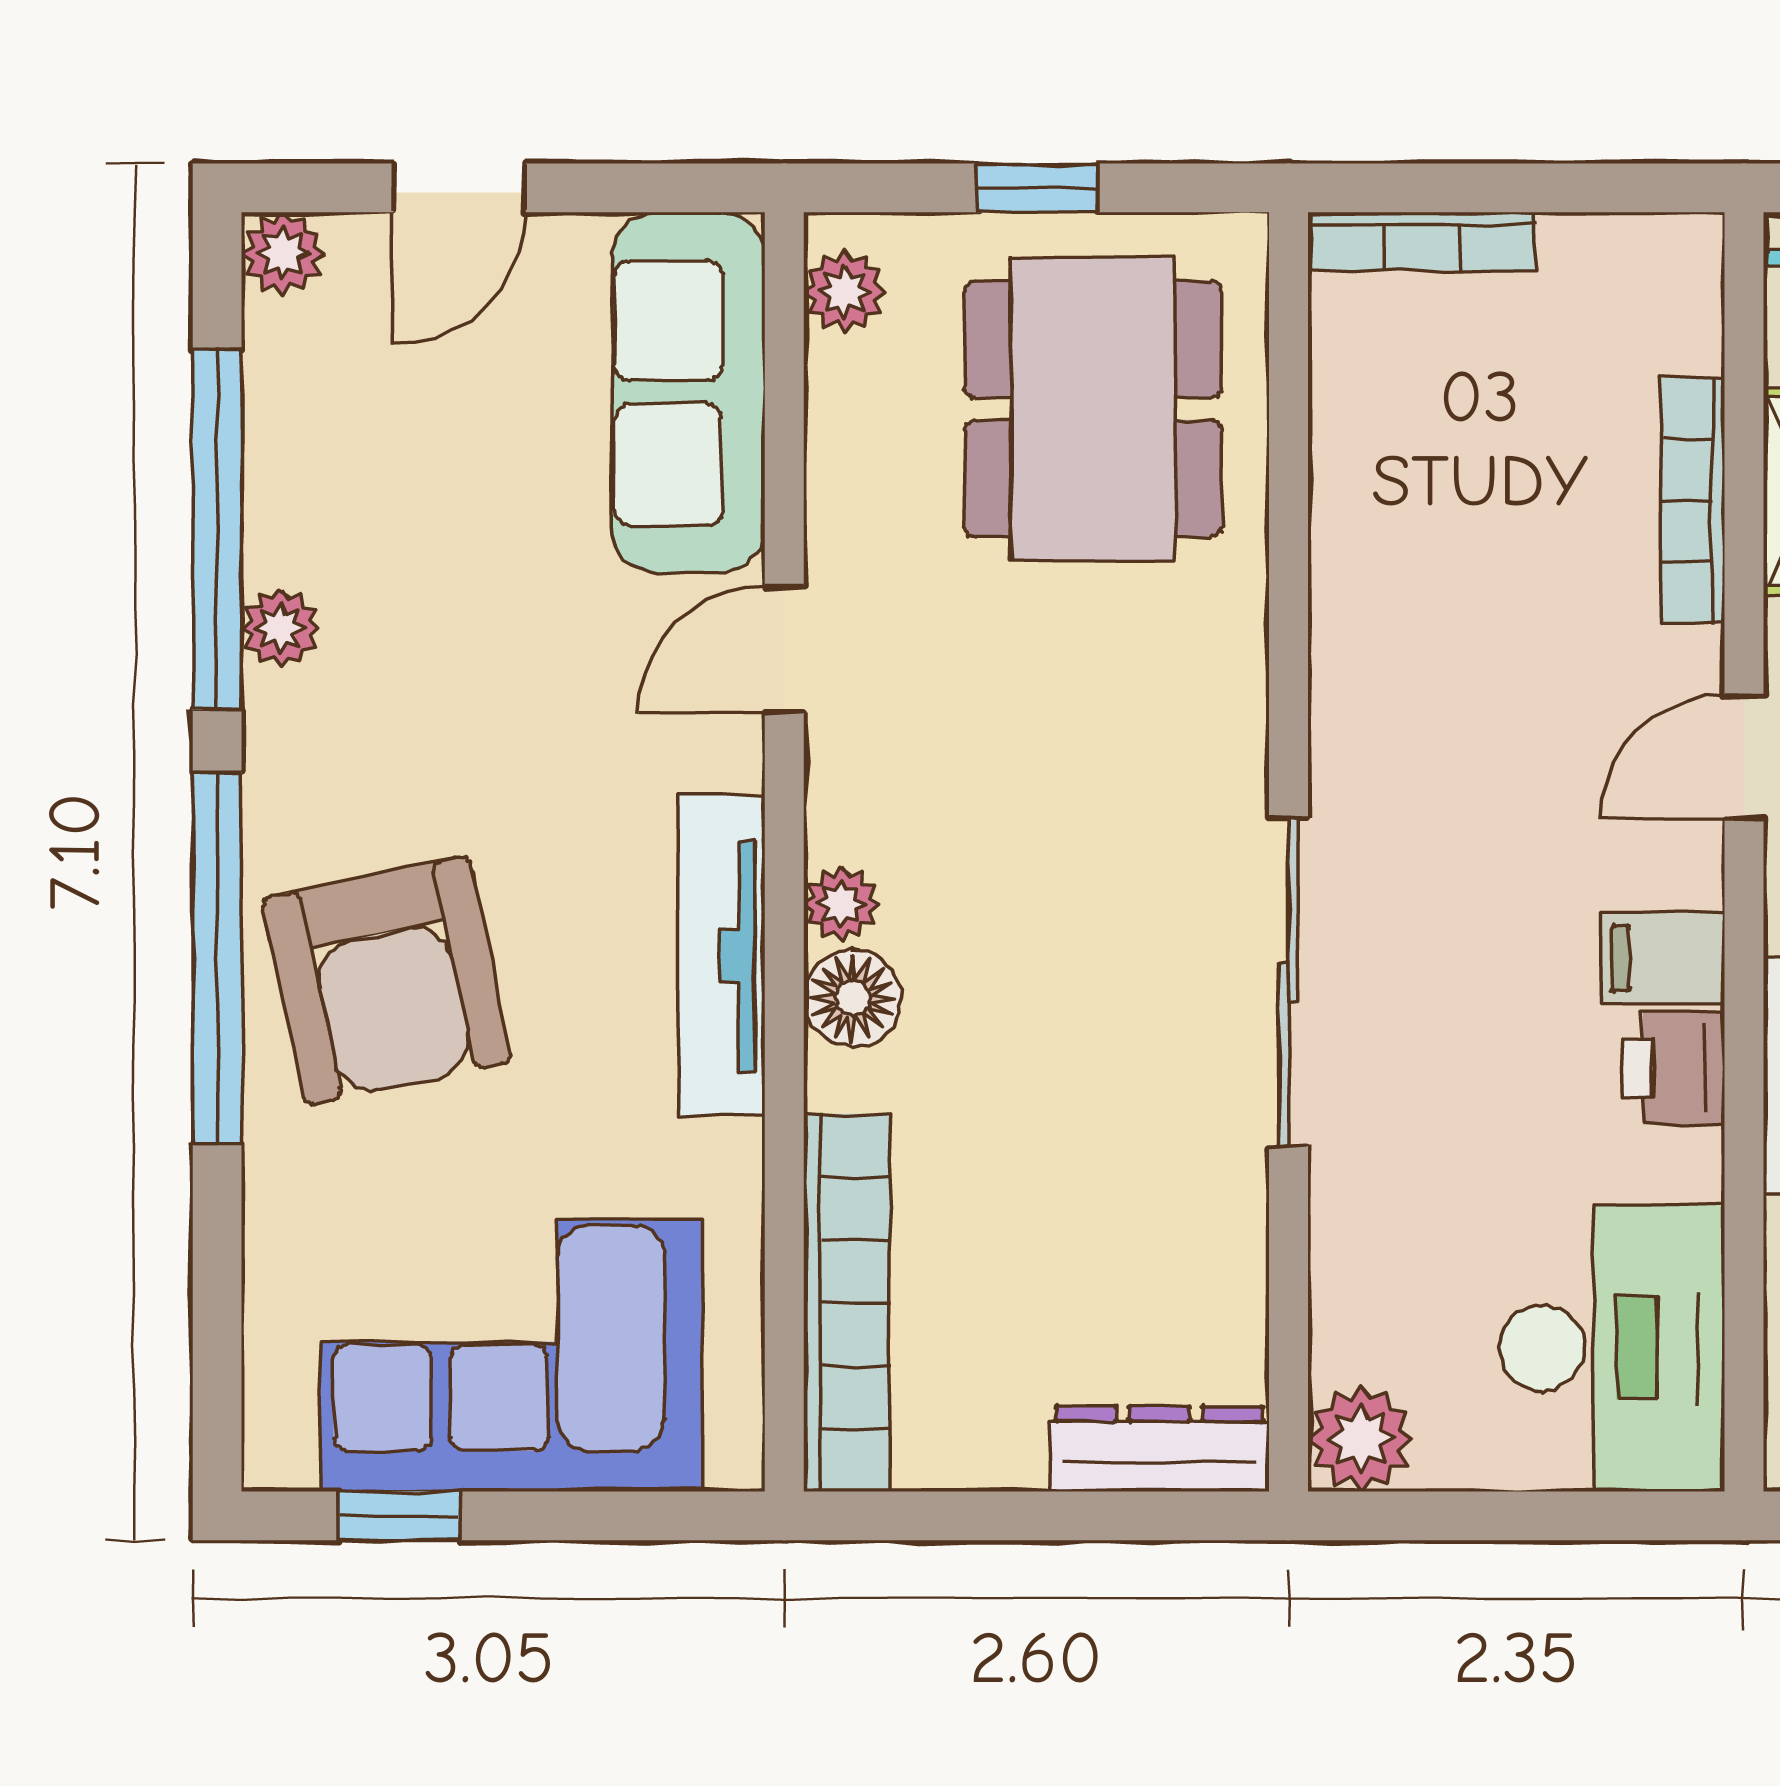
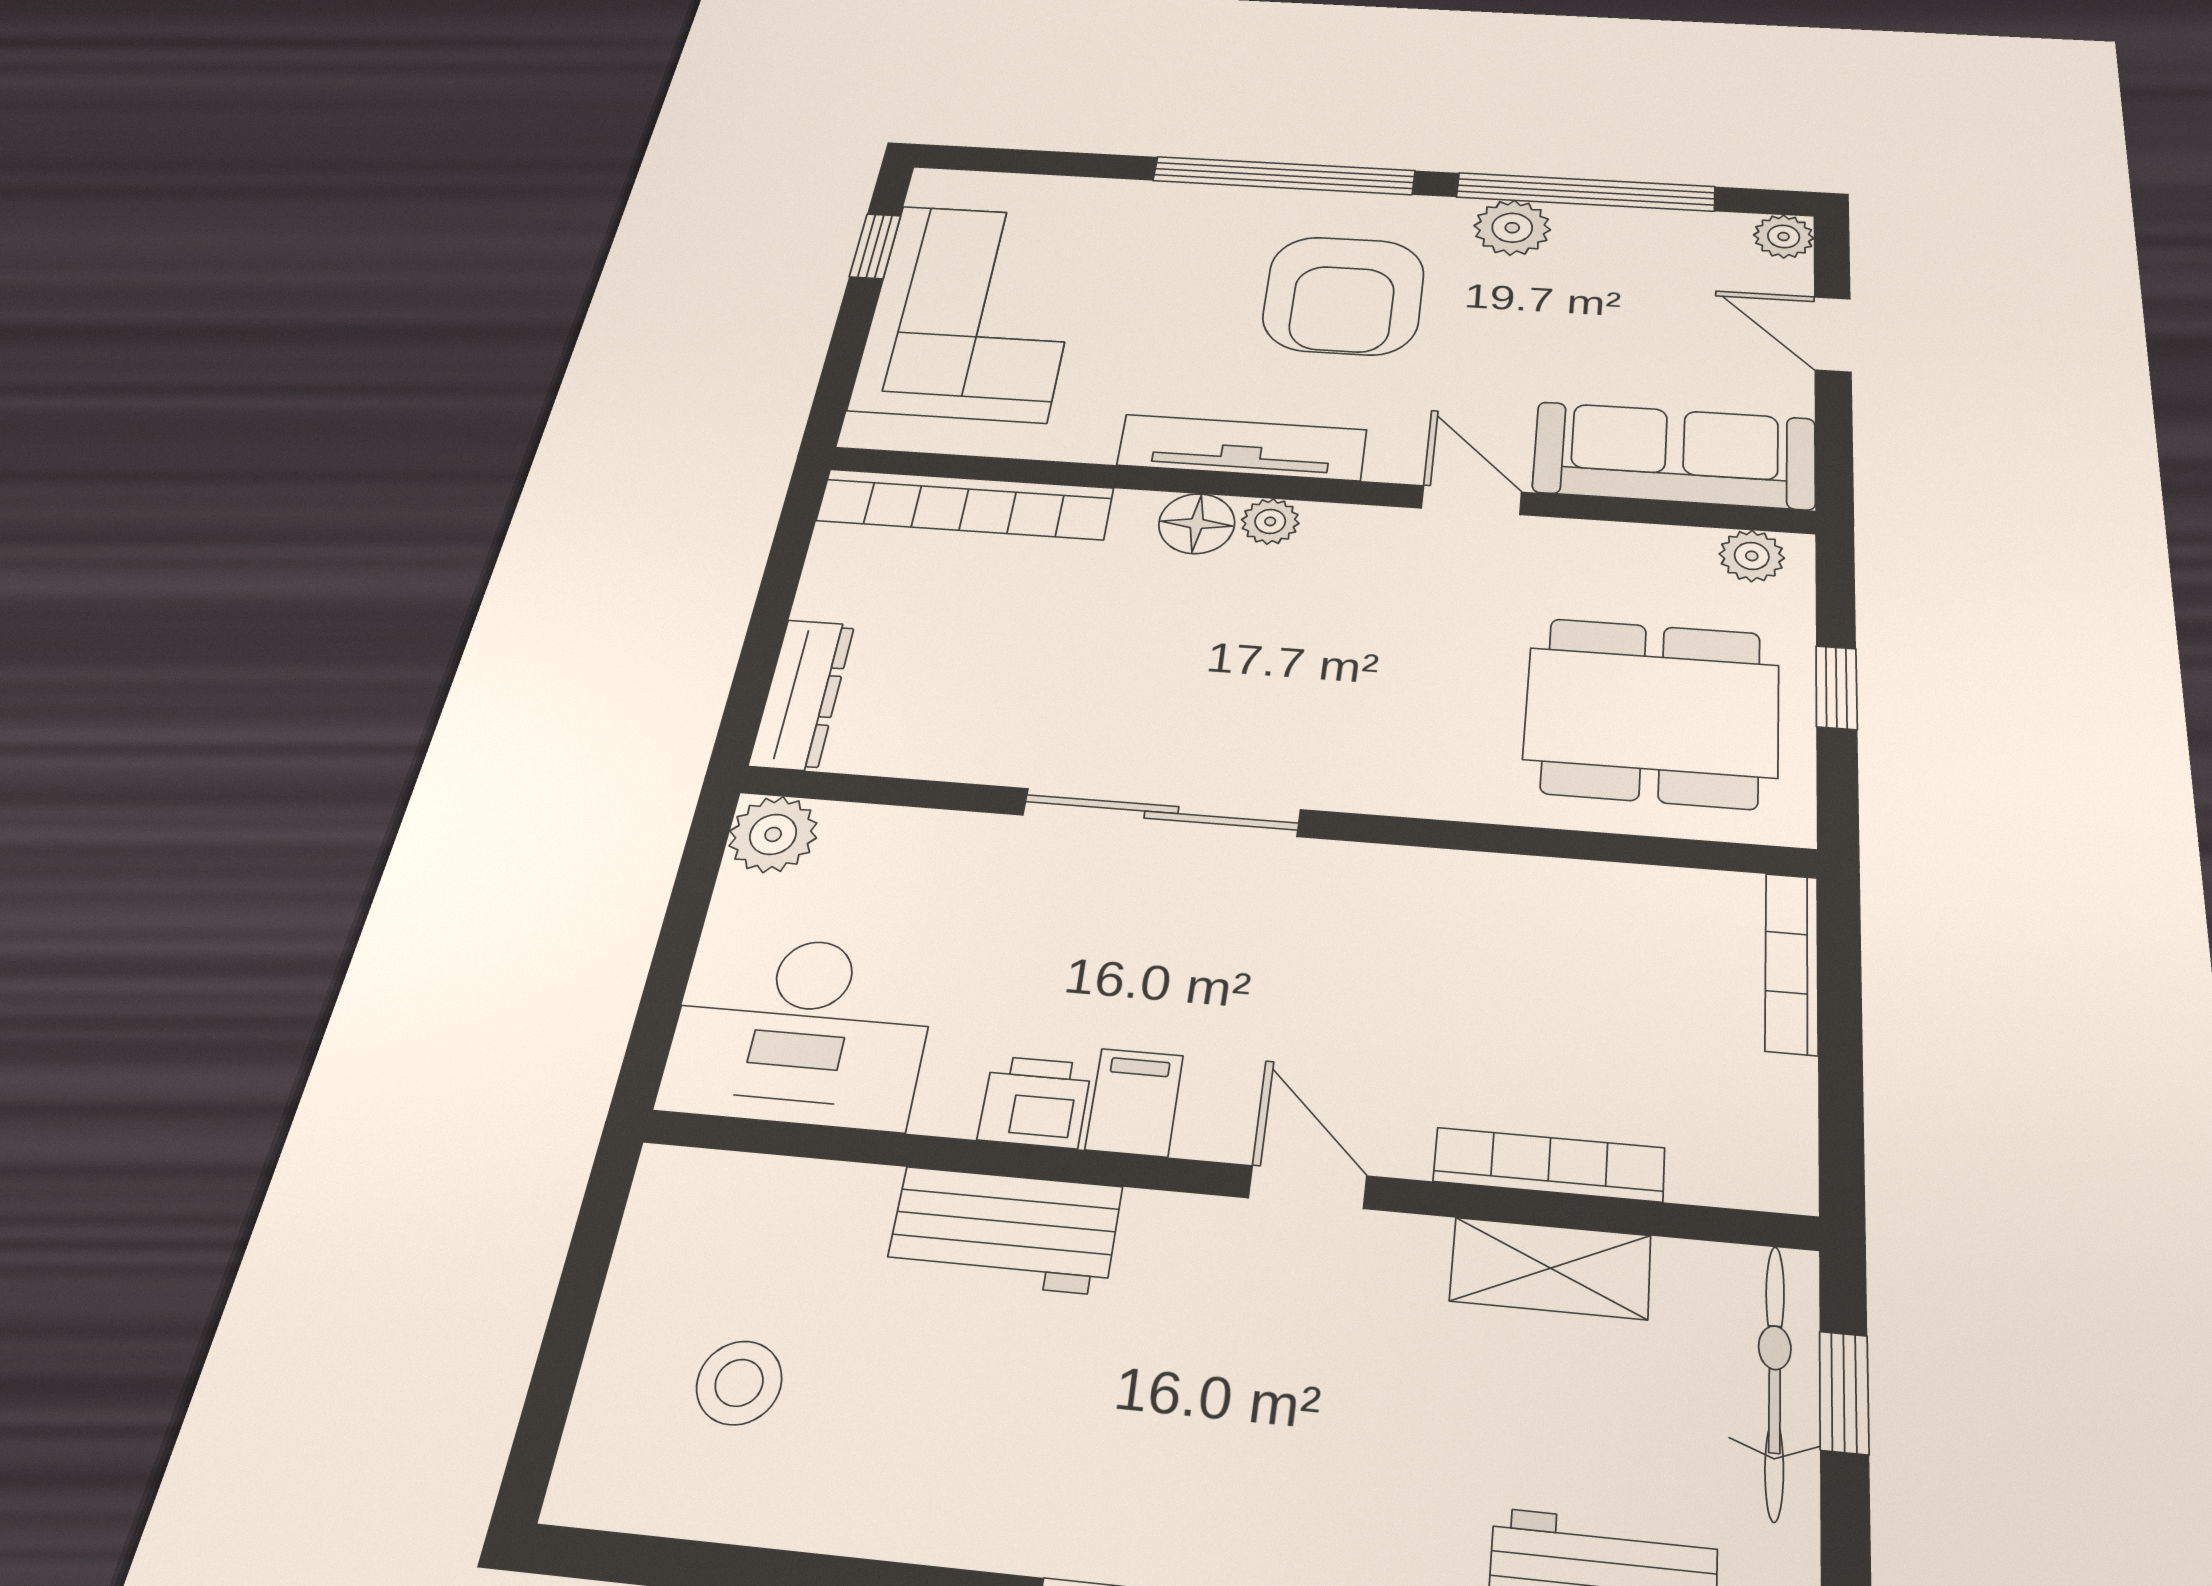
plant: (280, 628) -> (1512, 228), width x1.38, depth x1.38
armchair: (387, 980) -> (1344, 295), moved, turned -78

